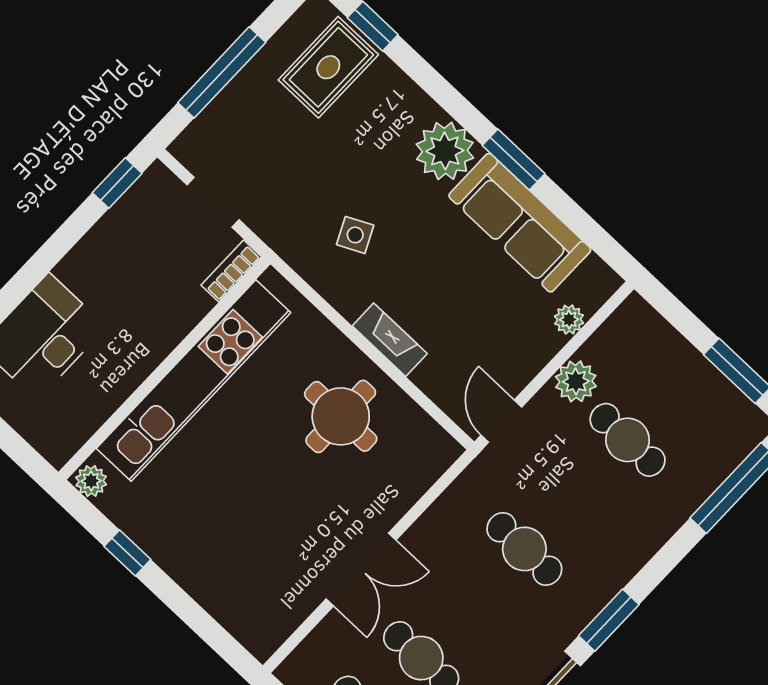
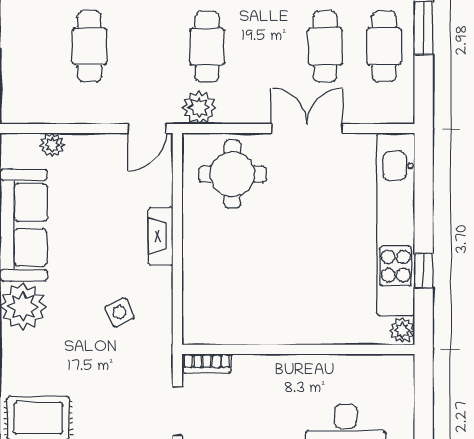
kitchen unit: (194, 381) -> (396, 224), moved, turned -90
plant: (576, 381) -> (199, 107), moved
round table: (341, 416) -> (232, 174), moved

